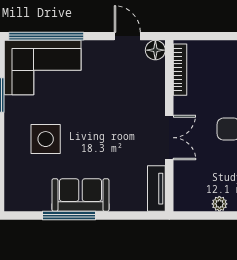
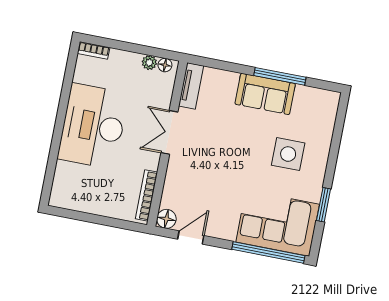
door: (127, 36) -> (191, 237), swing flipped
floor lamp: (187, 204) -> (165, 65), added
plant: (219, 204) -> (149, 63), moved

